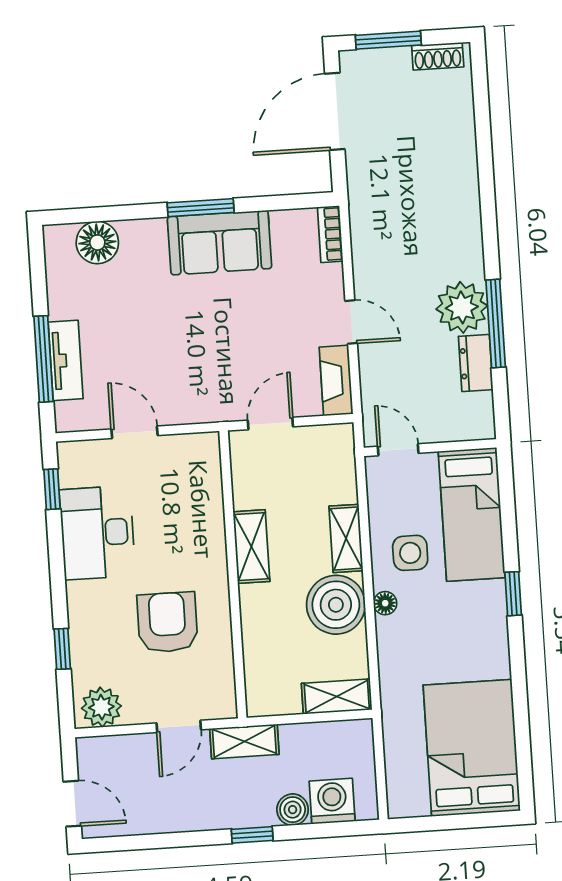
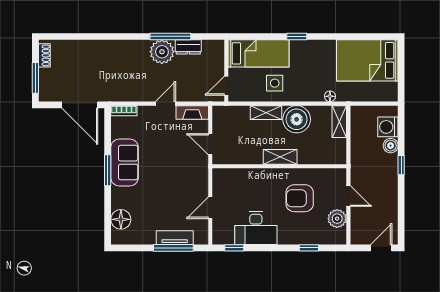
door: (335, 111) -> (80, 105), moved
shelving: (251, 547) -> (280, 157), moved
floor lamp: (385, 603) -> (330, 96), moved
plant: (101, 707) -> (337, 219), moved
shelving: (244, 741) -> (357, 166), removed

